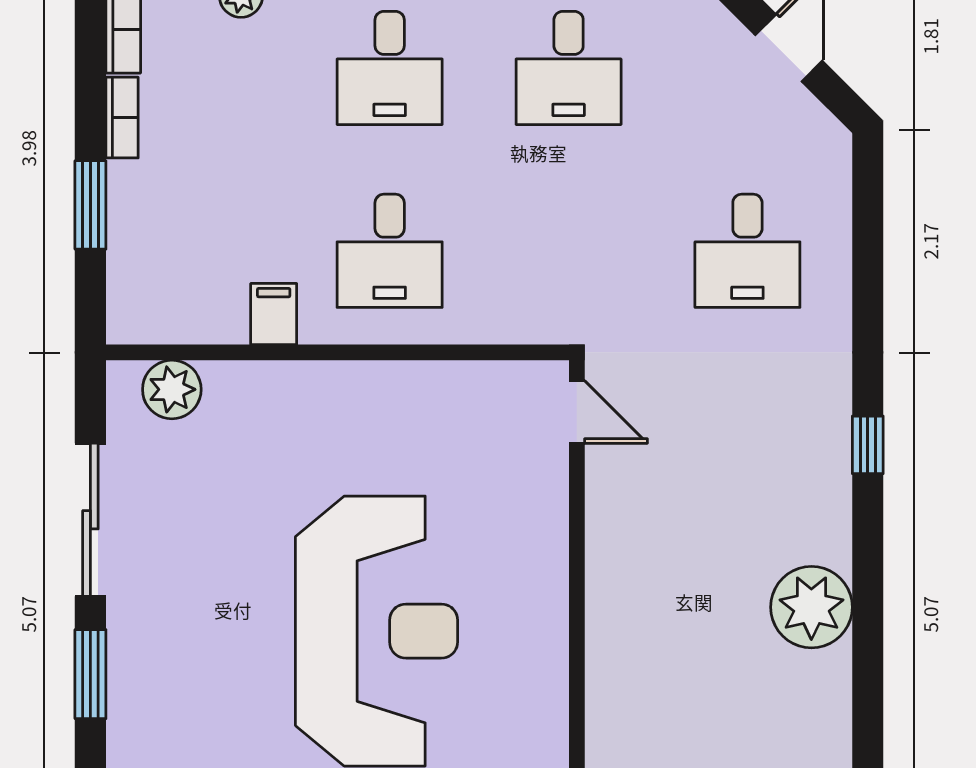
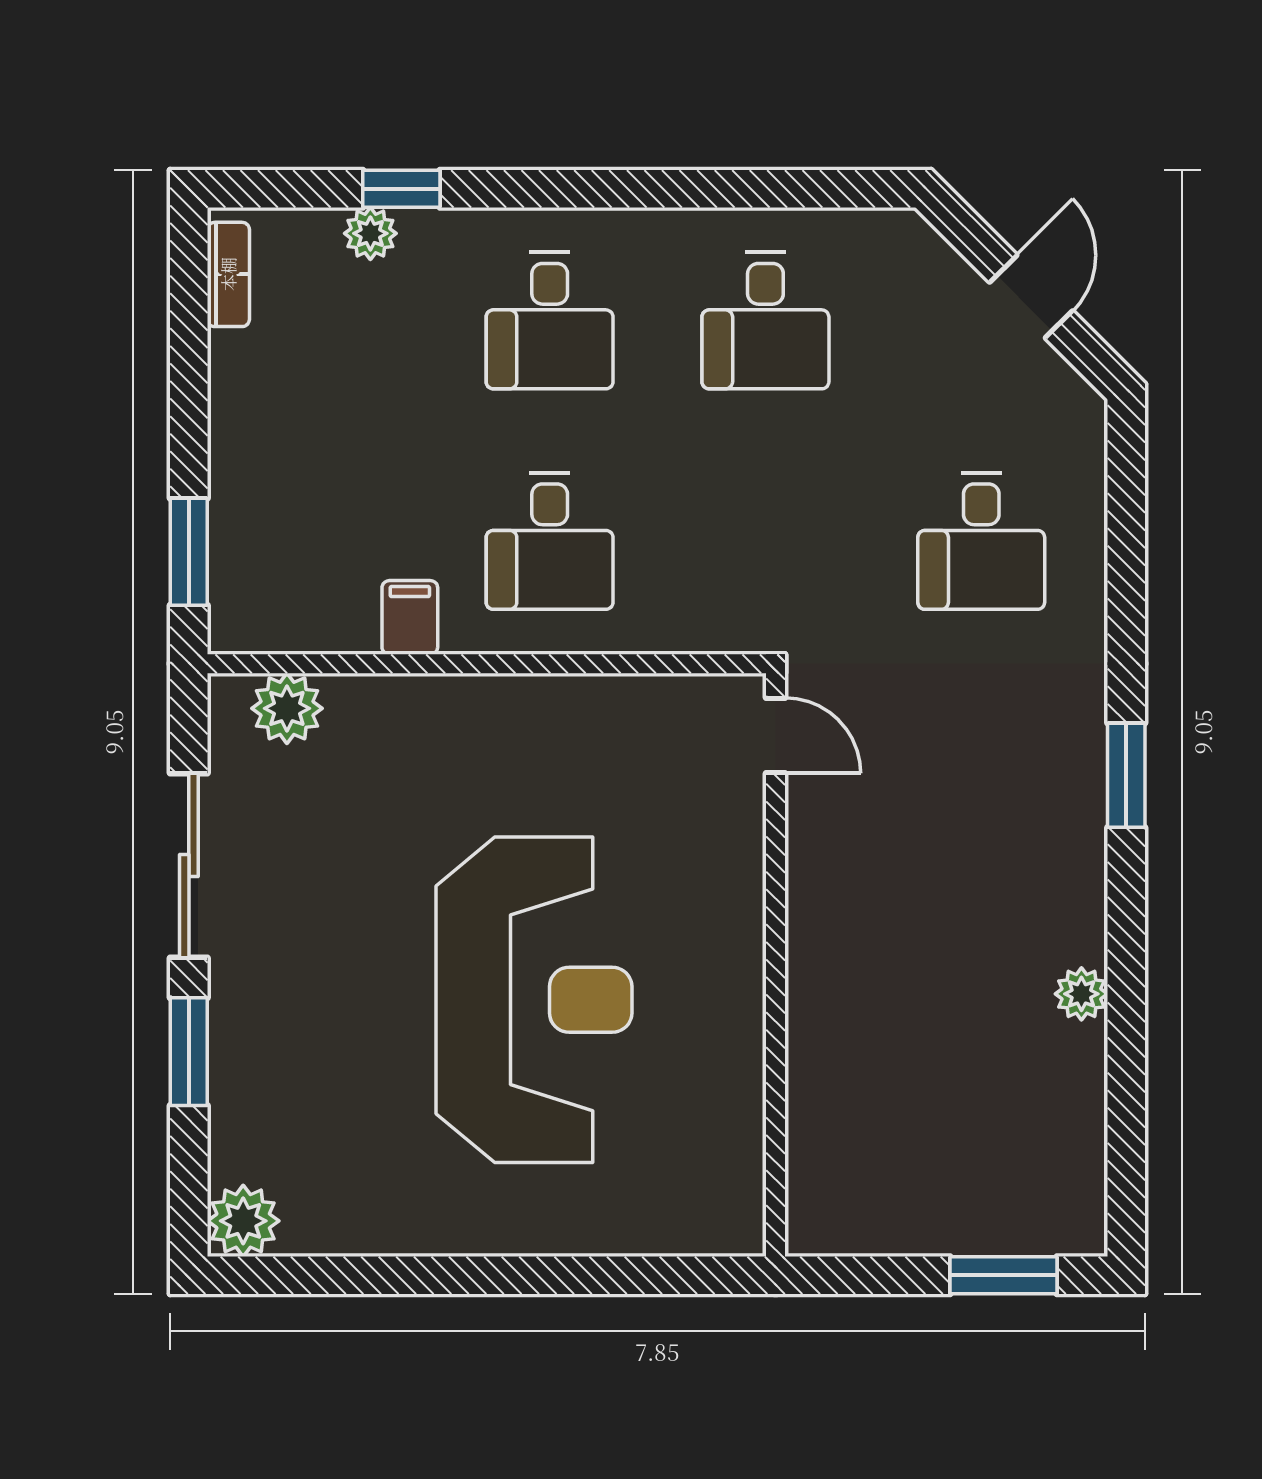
bookcase: (122, 118) -> (227, 380), removed
window: (90, 205) -> (189, 552), moved
window: (868, 445) -> (1126, 775), width x1.50
plant: (811, 607) -> (1081, 994), width x0.53, depth x0.53

